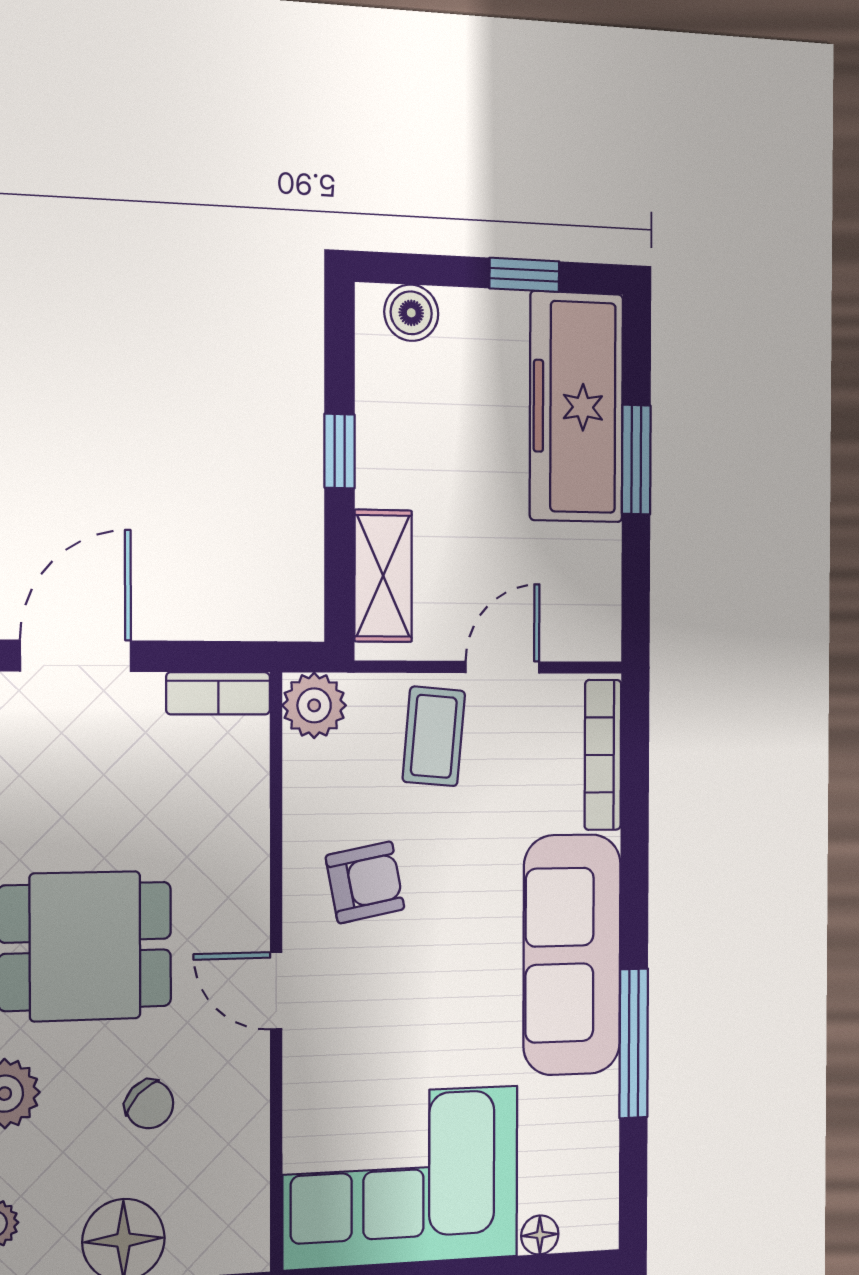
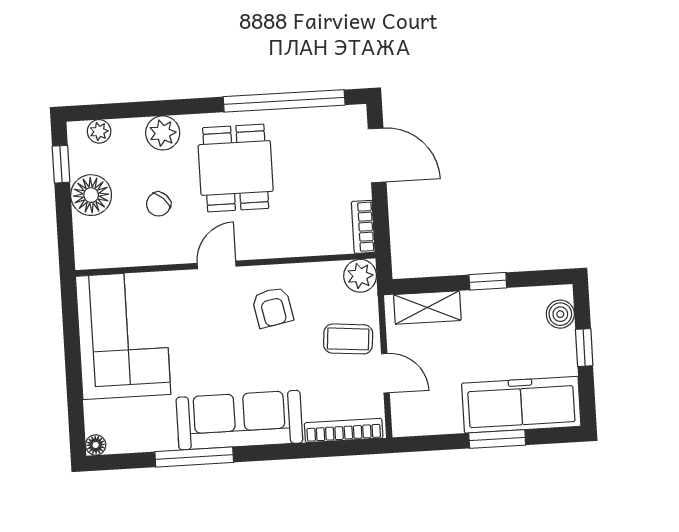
window: (524, 275) -> (584, 348), moved
floor lamp: (540, 1235) -> (96, 445), moved

